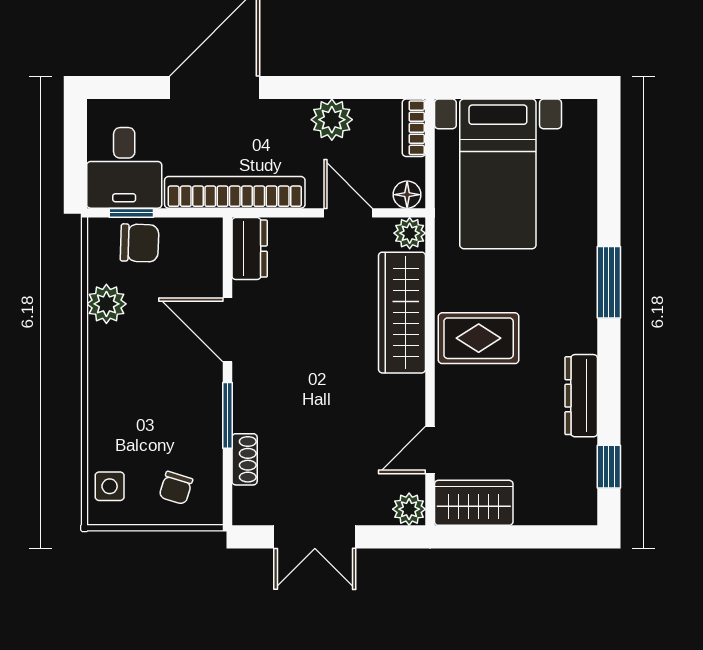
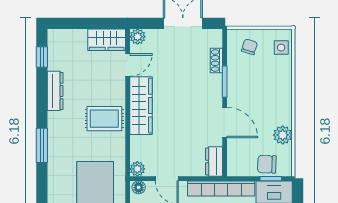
wardrobe: (402, 313) -> (141, 106), moved

